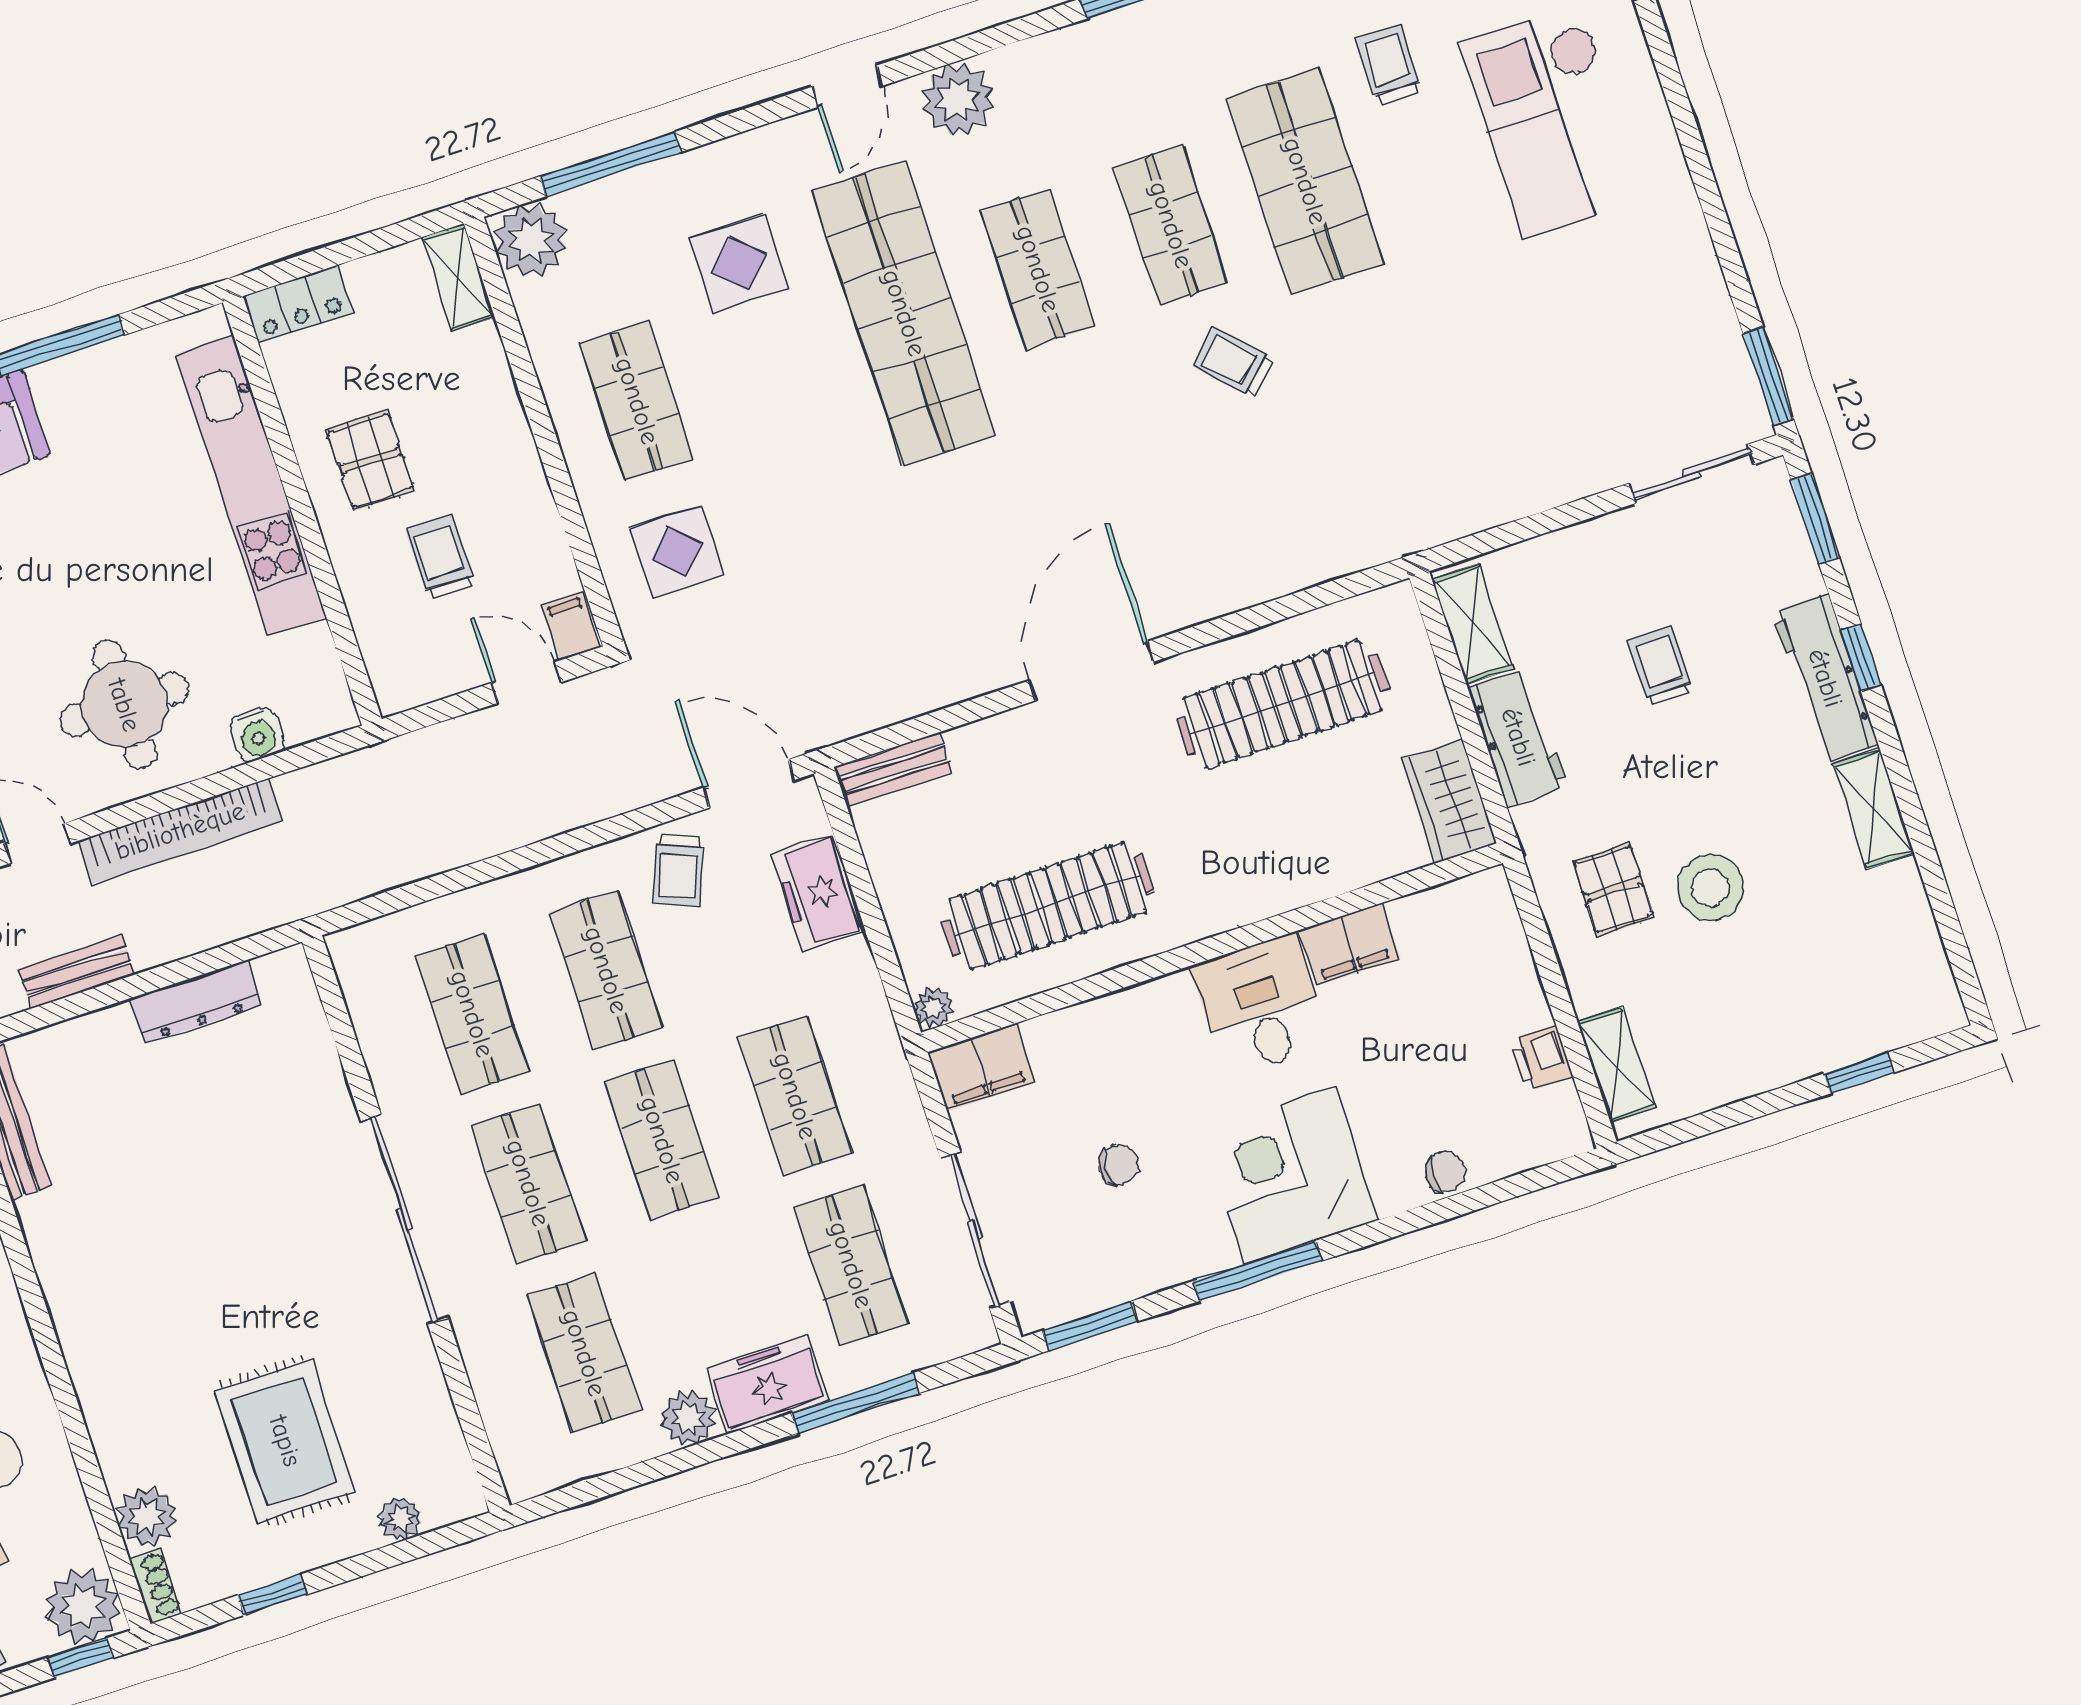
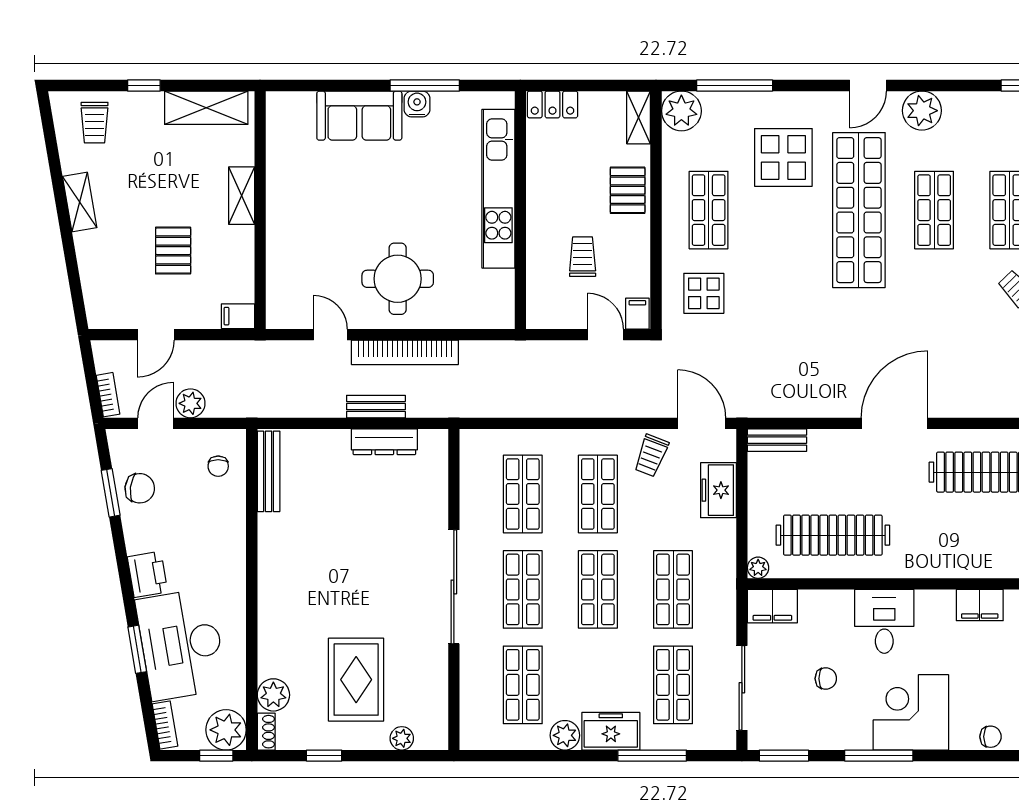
display table: (739, 264) -> (783, 157), width x1.36, depth x1.36
pallet: (370, 460) -> (628, 190), moved
water cooler: (257, 735) -> (417, 104), moved, turned 180
bench: (77, 972) -> (376, 407), moved
desk: (1261, 1006) -> (884, 621), moved

